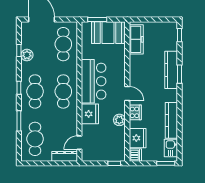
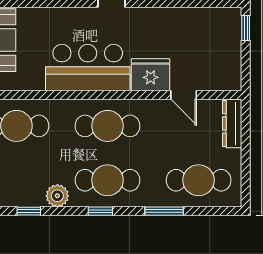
plant: (27, 55) -> (57, 196), moved
plant: (119, 120) -> (162, 18), removed
door: (79, 143) -> (184, 95), moved

